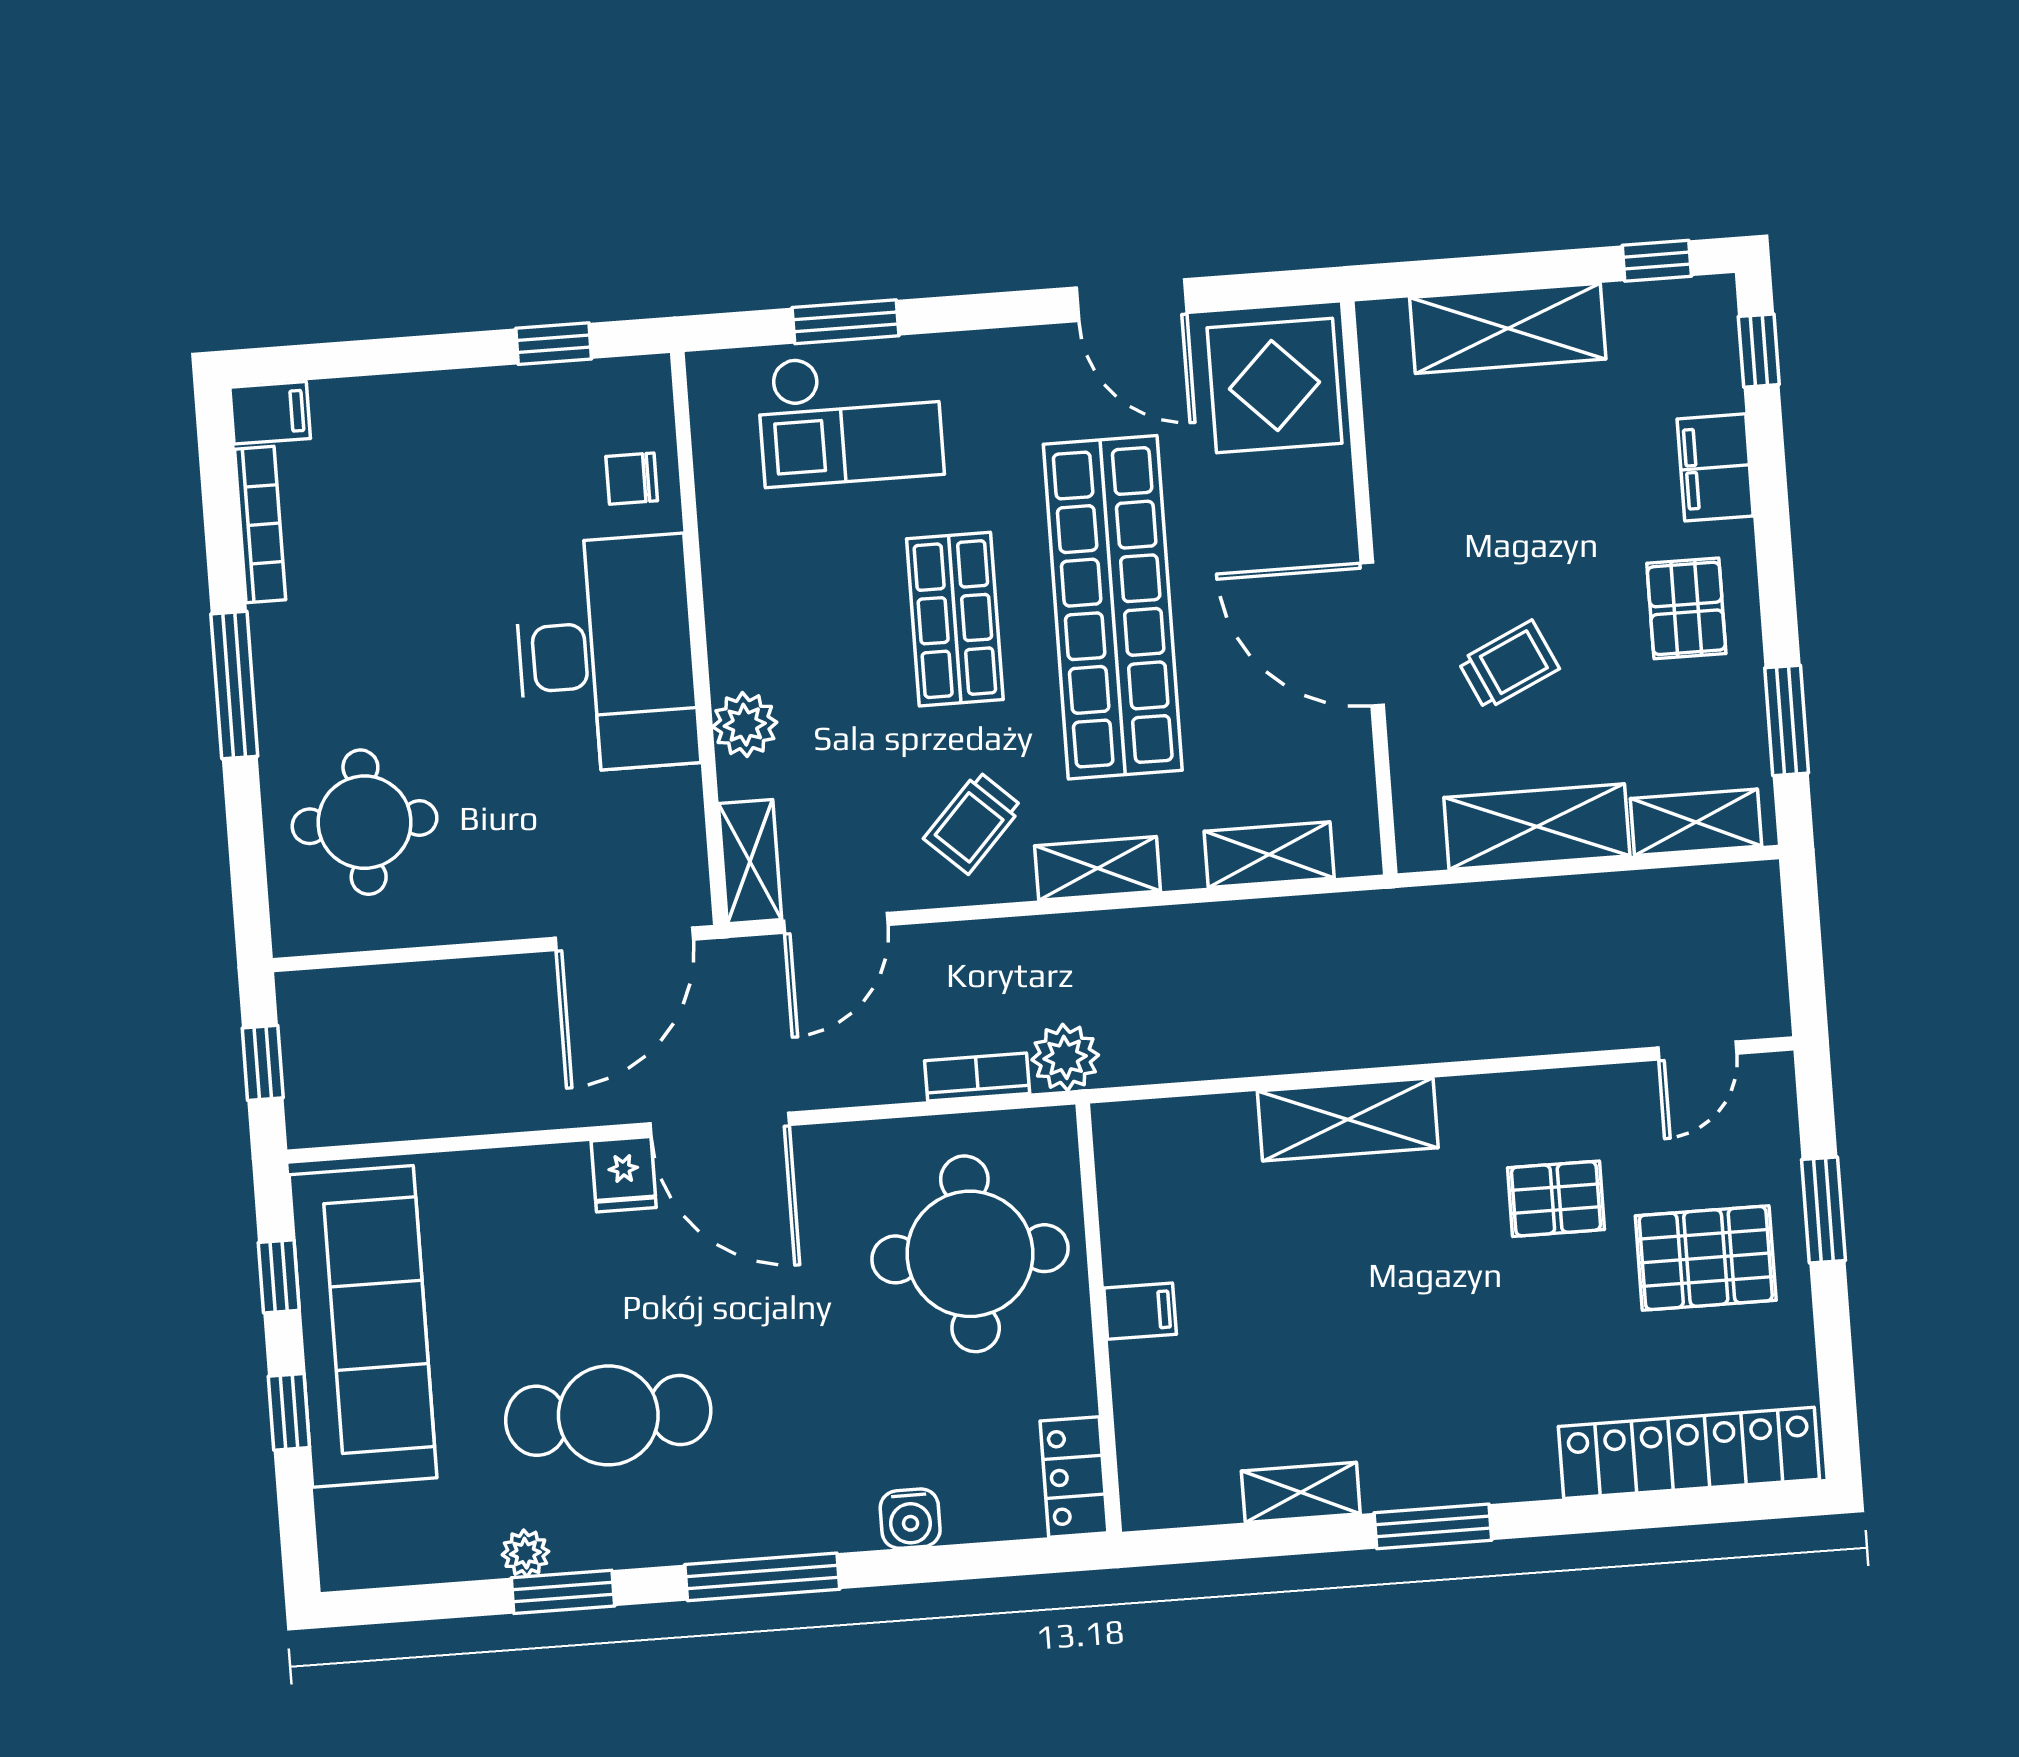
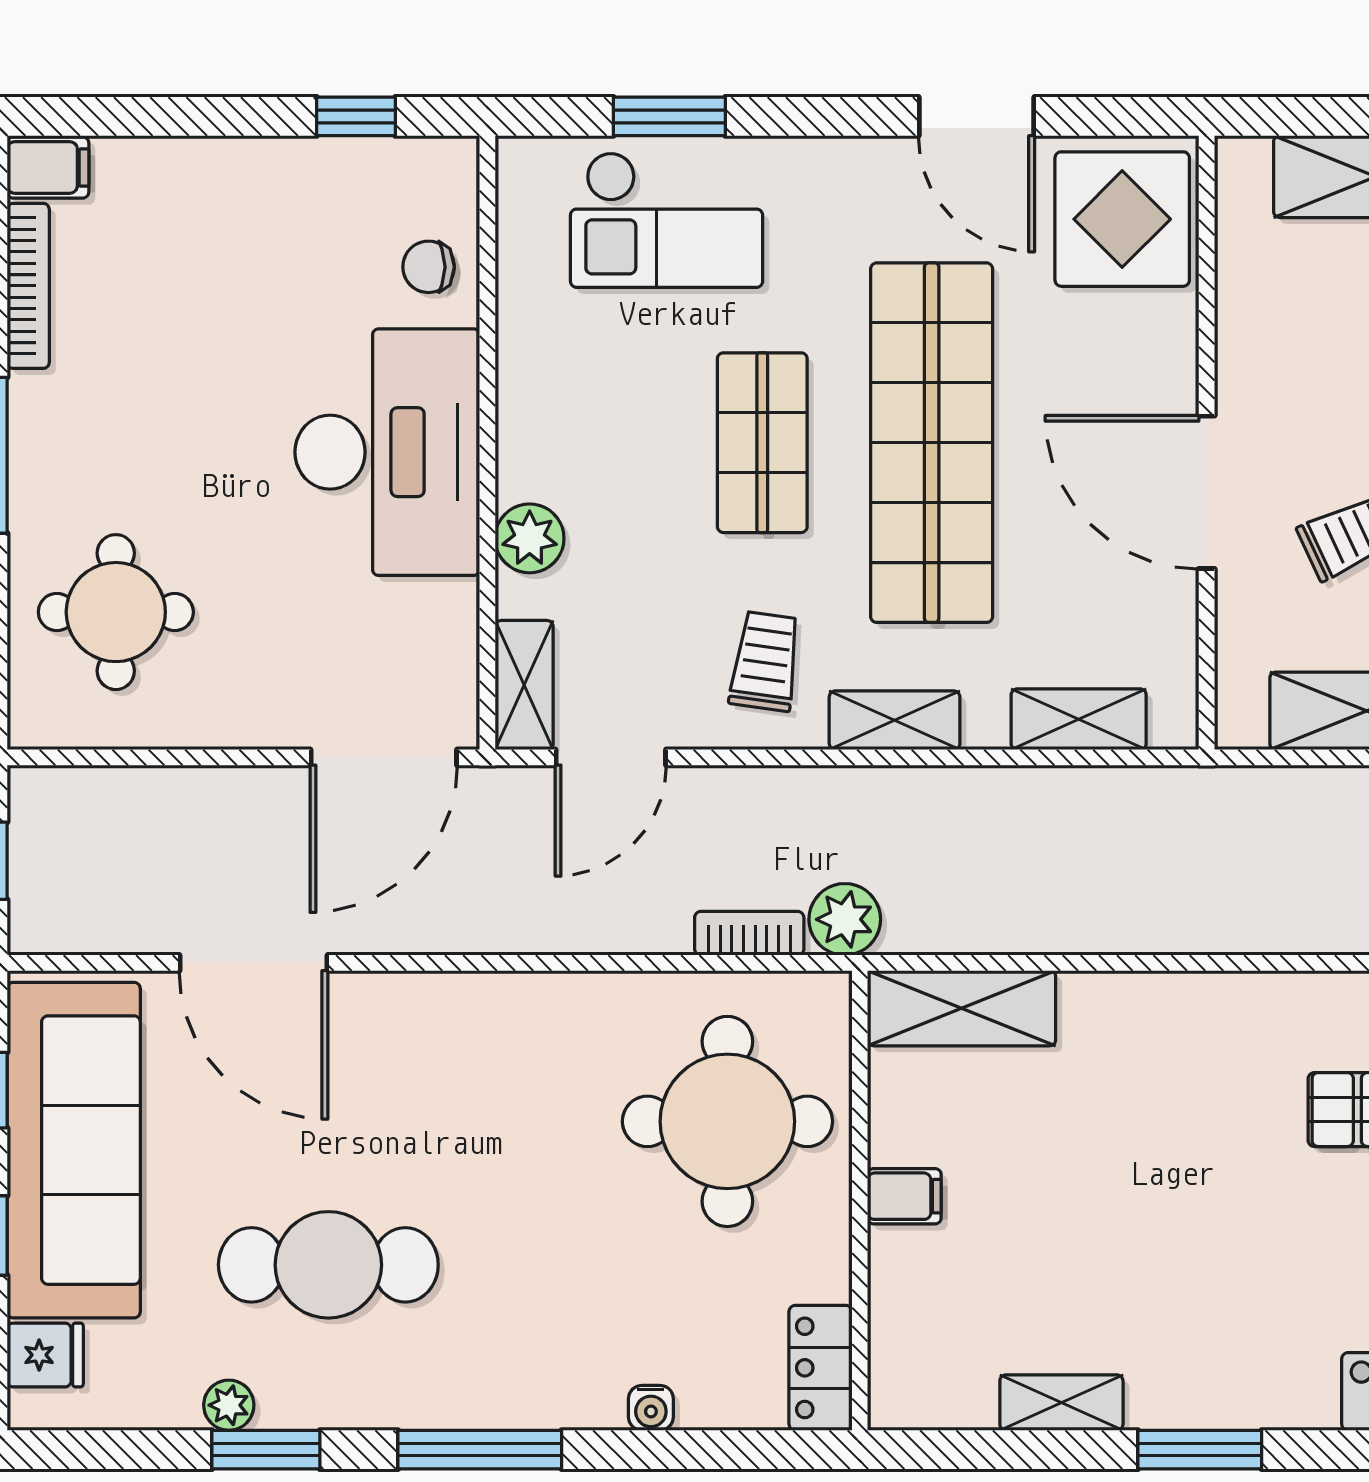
trolley: (973, 823) -> (765, 661), turned 145
shelving: (1348, 1119) -> (962, 1008), moved
door: (720, 1124) -> (253, 963), moved
fridge: (624, 1174) -> (45, 1355), moved, turned -90
water cooler: (910, 1519) -> (651, 1408), width x0.72, depth x0.72

